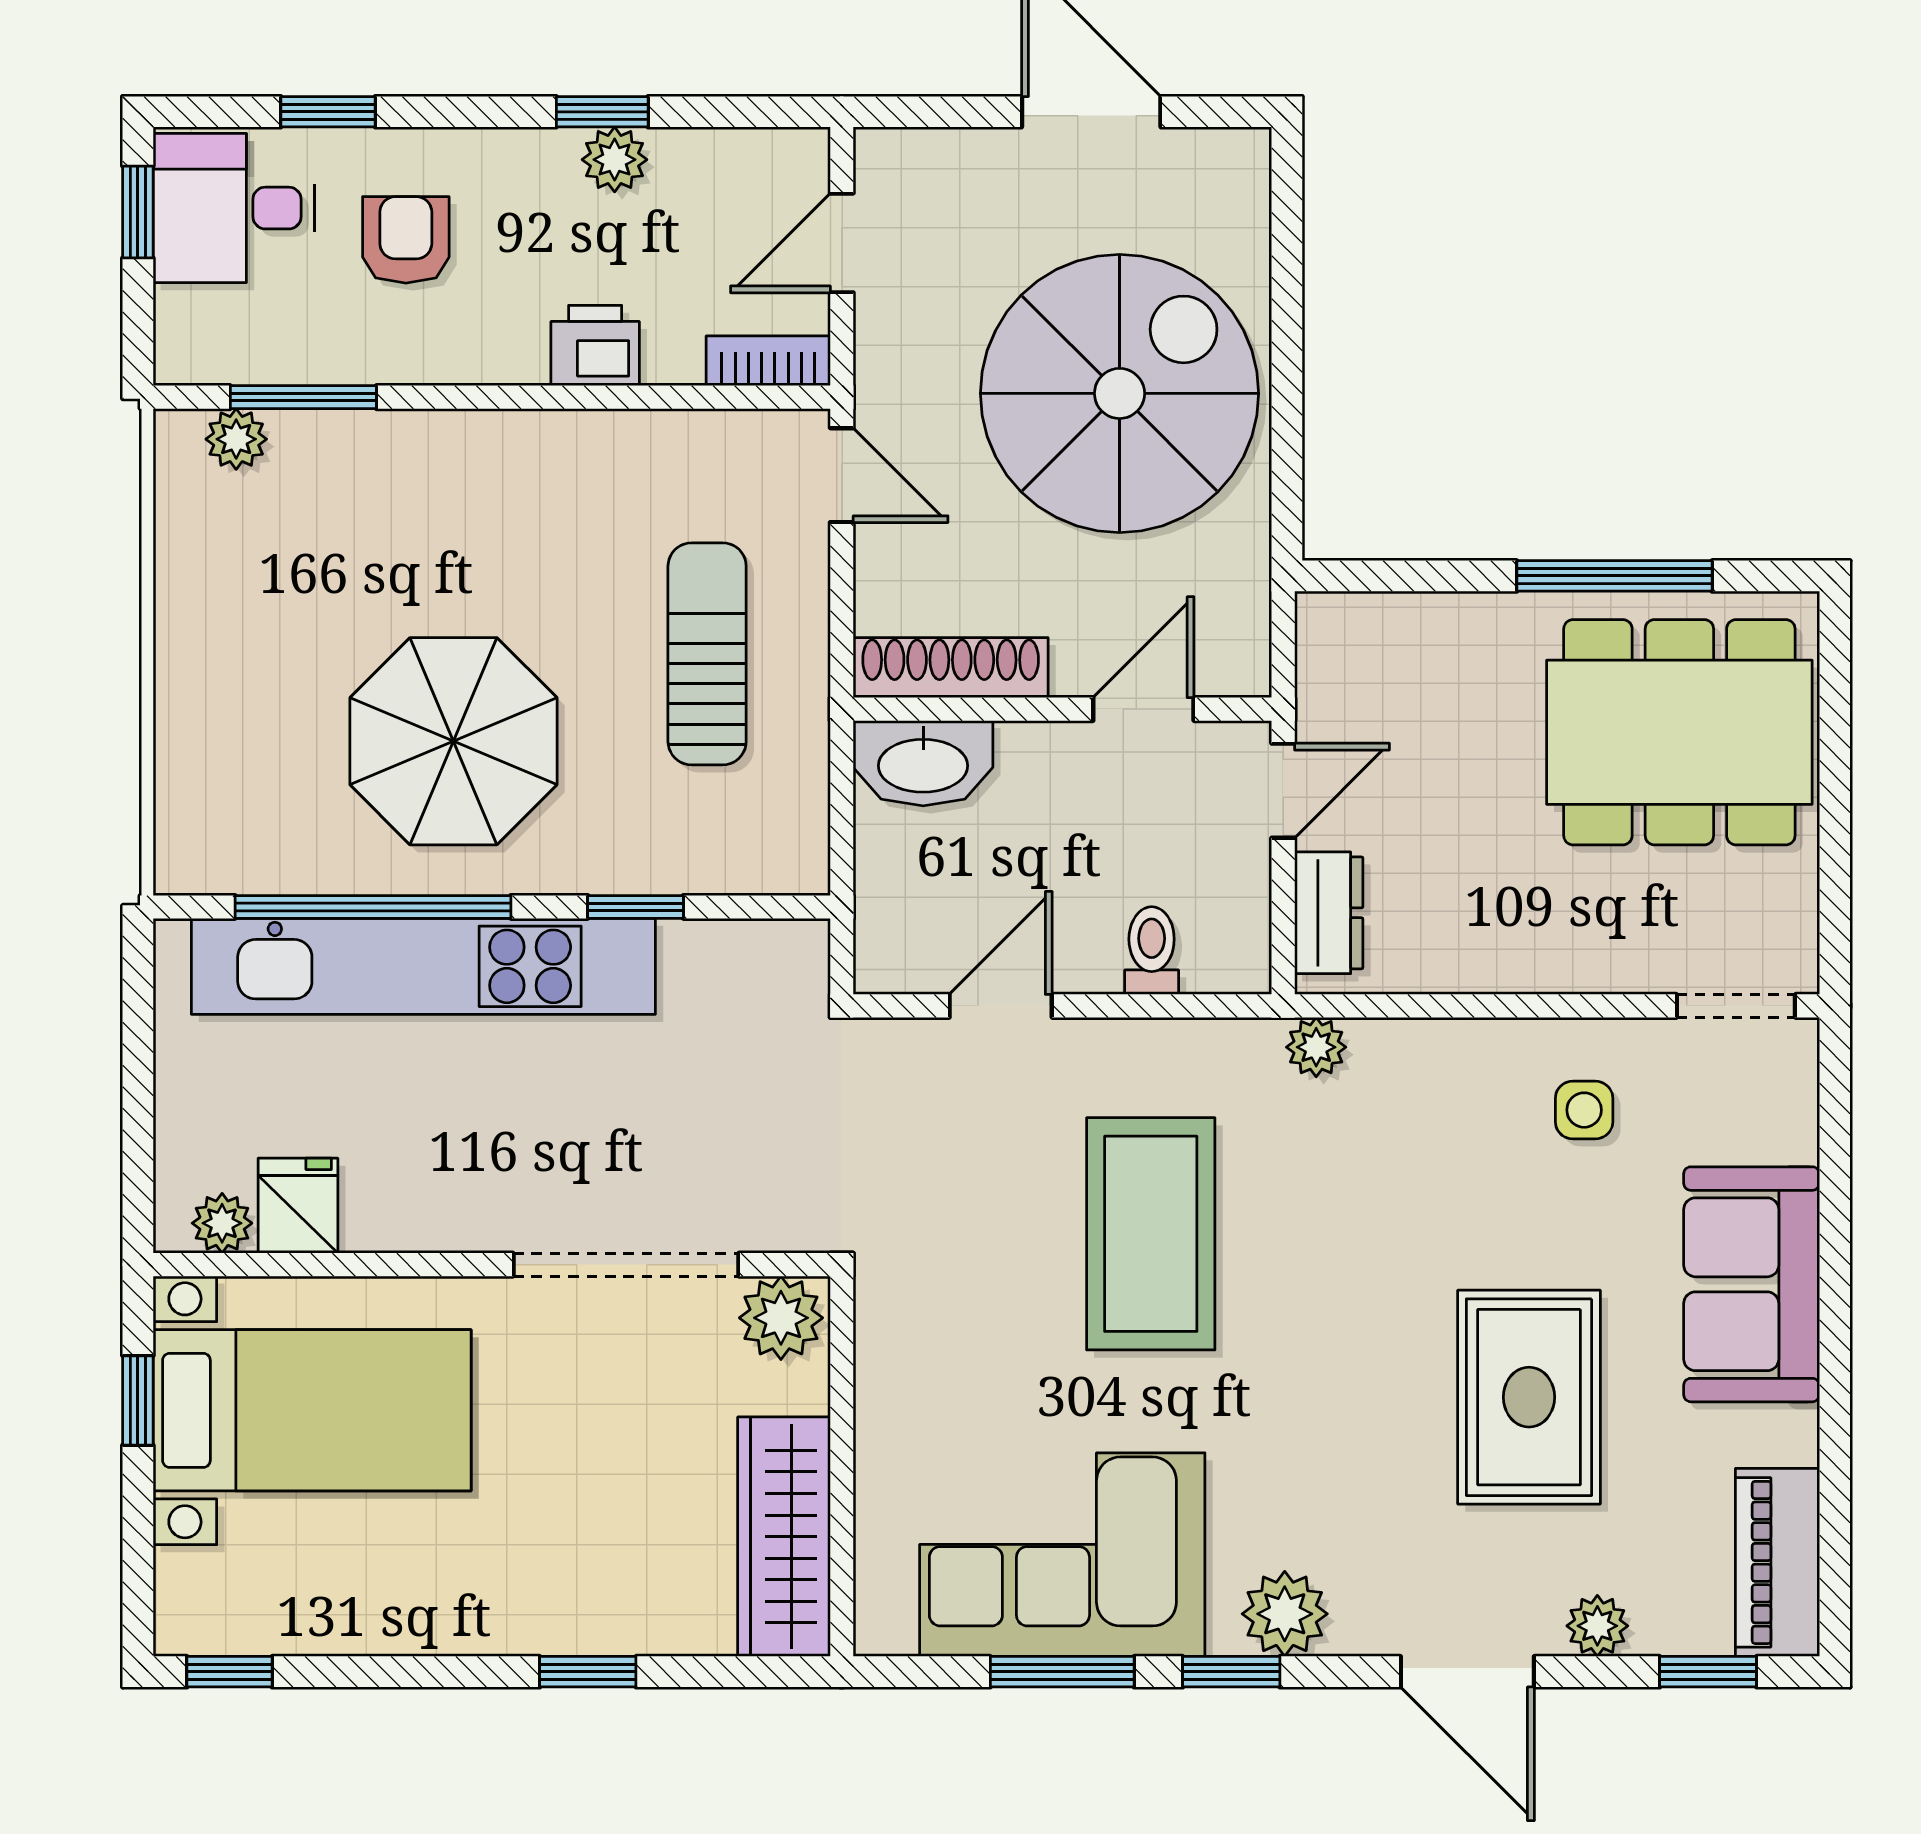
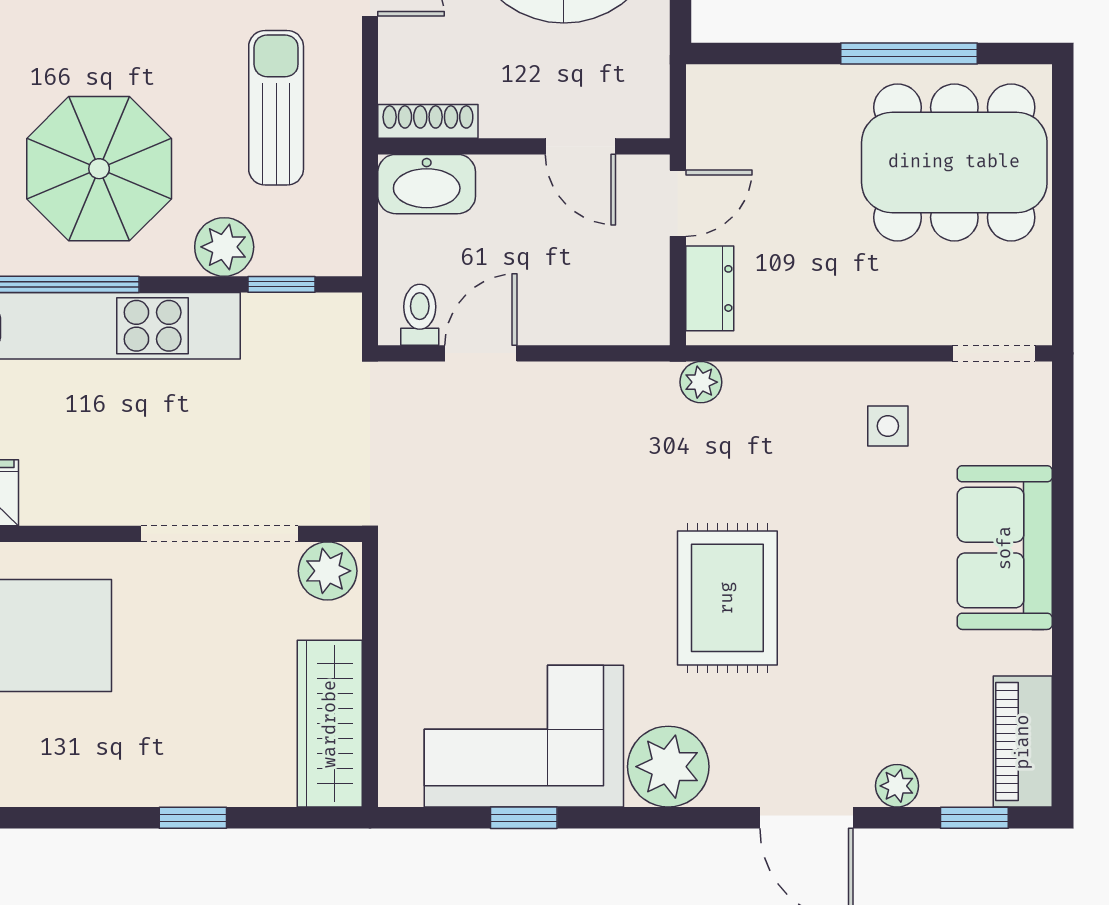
shoe rack: (951, 668) -> (428, 121), width x0.74, depth x0.81
door: (1143, 709) -> (580, 146), swing flipped
plant: (633, 853) -> (224, 247), added
window: (636, 907) -> (282, 284), moved
toilet: (1152, 951) -> (420, 315), moved
coffee table: (1151, 1234) -> (586, 512), removed
rug: (1529, 1397) -> (727, 598), moved
plant: (1285, 1614) -> (668, 767), width x1.36, depth x1.36
window: (1062, 1672) -> (524, 818), width x0.67
window: (1231, 1672) -> (642, 818), removed

